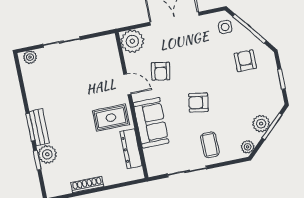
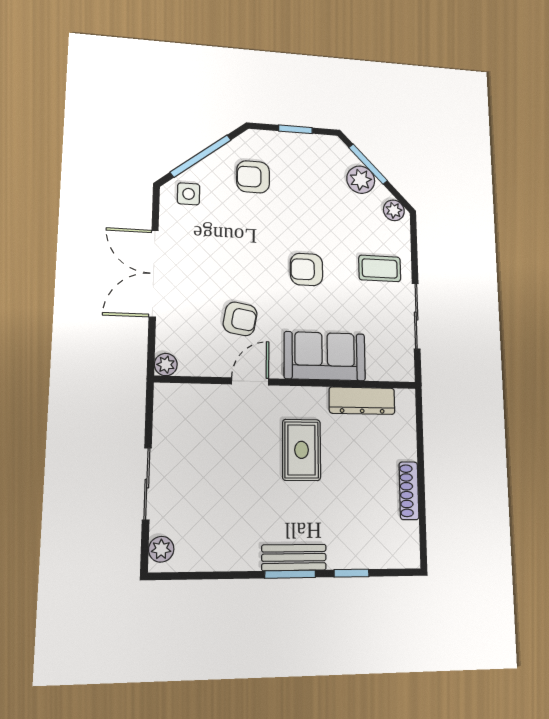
plant: (132, 41) -> (166, 365), width x0.53, depth x0.53
armchair: (198, 103) -> (307, 269), turned 81
rug: (111, 118) -> (302, 450), moved
plant: (47, 154) -> (345, 552), removed

